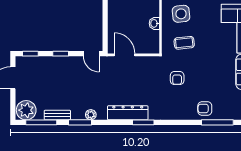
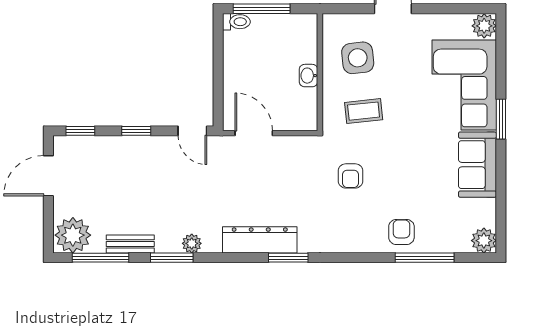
armchair: (205, 108) -> (401, 232), turned 90

